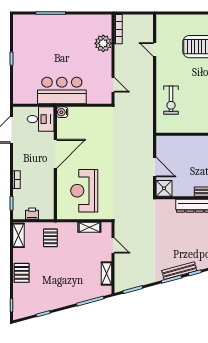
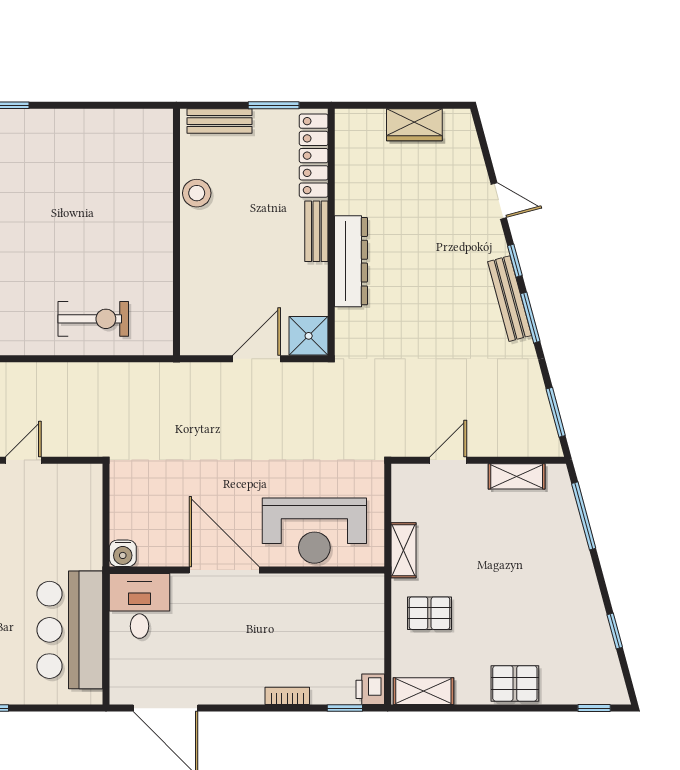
door: (113, 85) -> (23, 460), moved
bar counter: (62, 91) -> (70, 630), moved
water cooler: (62, 112) -> (123, 553), moved
desk: (41, 119) -> (139, 606), moved
door: (55, 154) -> (224, 570), moved
wall: (55, 163) -> (247, 570), moved
printer: (32, 214) -> (370, 689), moved
shelving: (89, 227) -> (403, 550), moved

